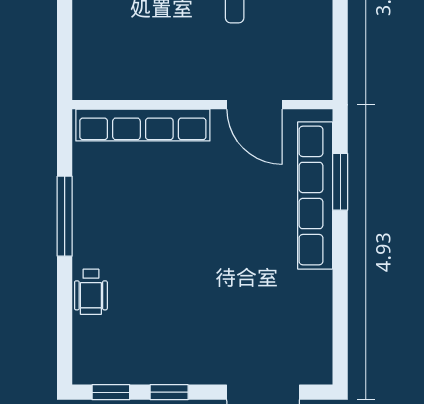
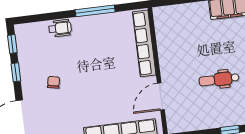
wheelchair: (91, 292) -> (60, 28), turned 180
chair: (199, 318) -> (54, 82), added

